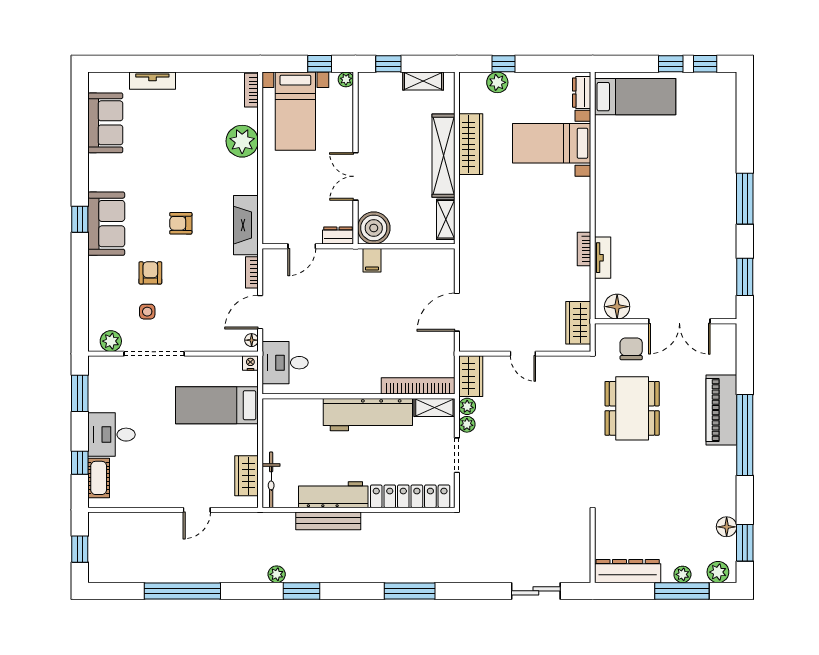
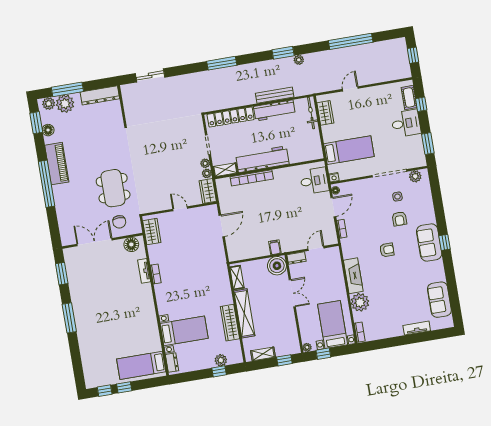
fireplace: (246, 225) -> (353, 276), moved
bookcase: (418, 386) -> (252, 178), moved
piano: (721, 410) -> (57, 164), moved
plant: (682, 574) -> (65, 104), width x1.87, depth x1.87

